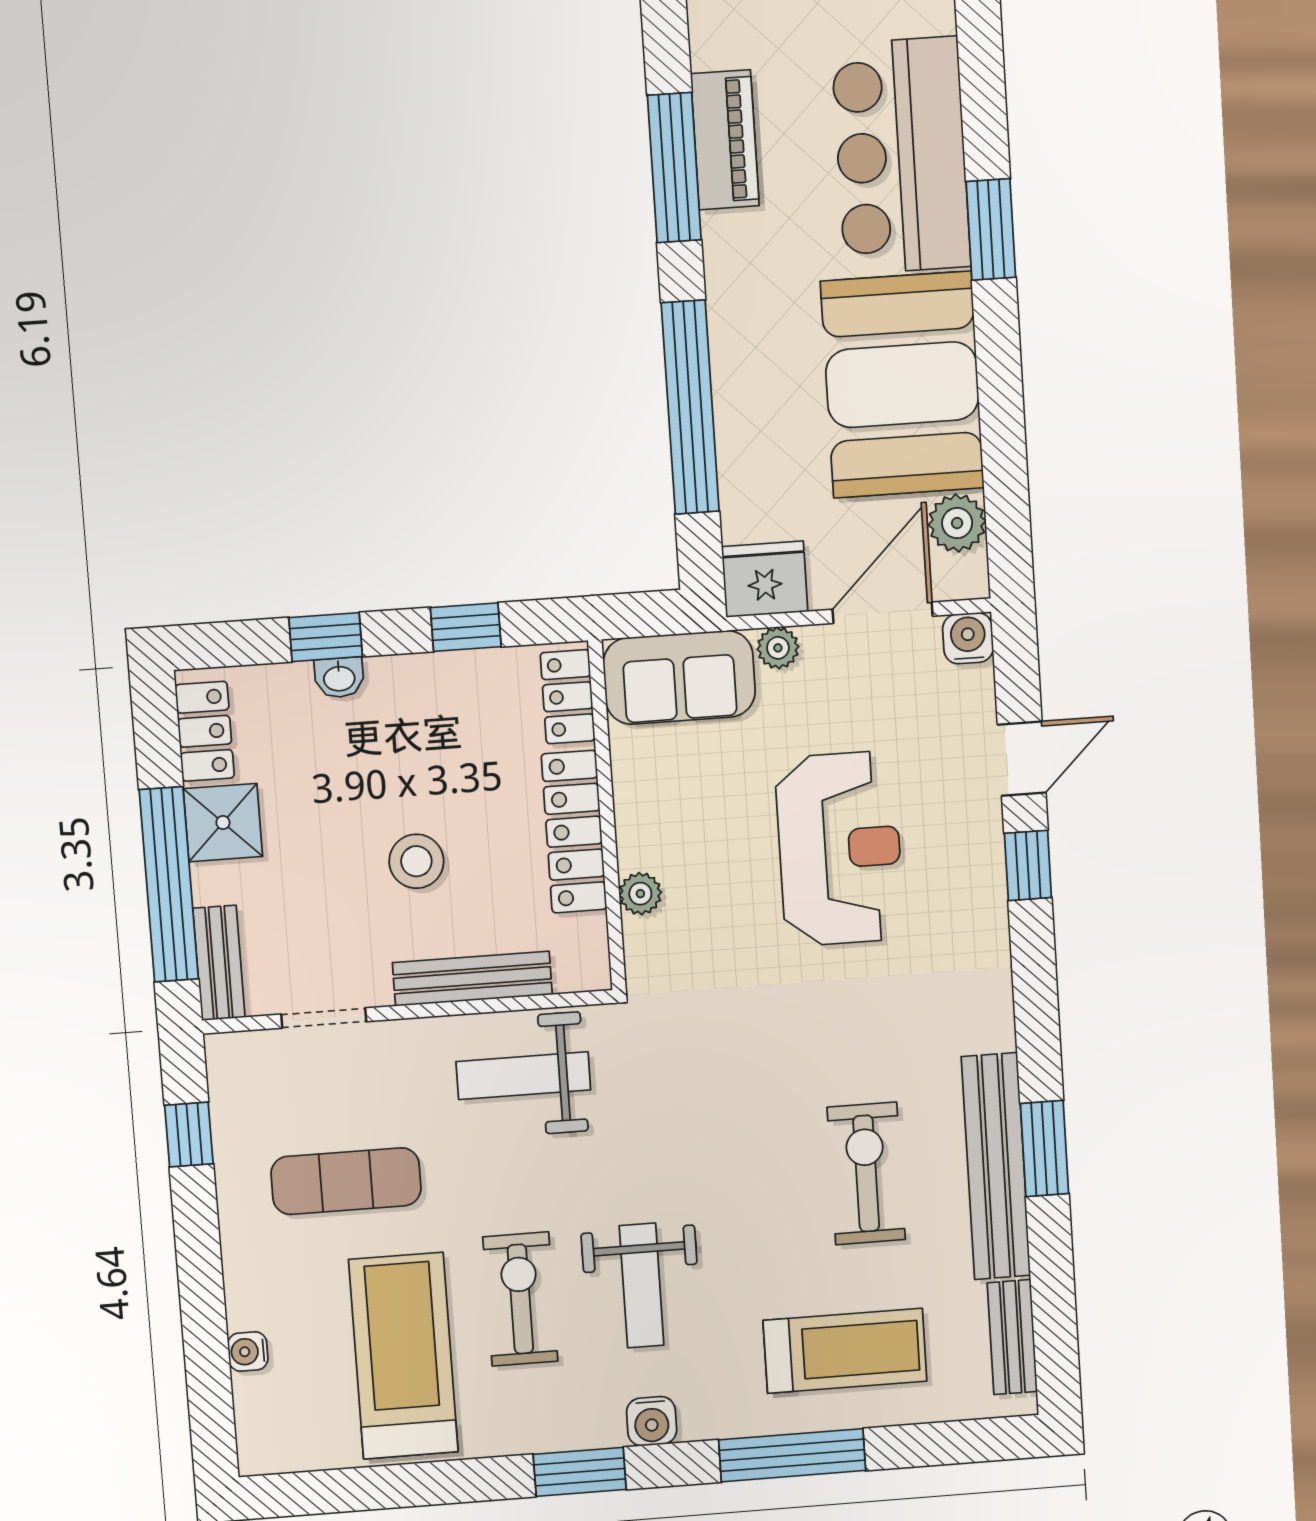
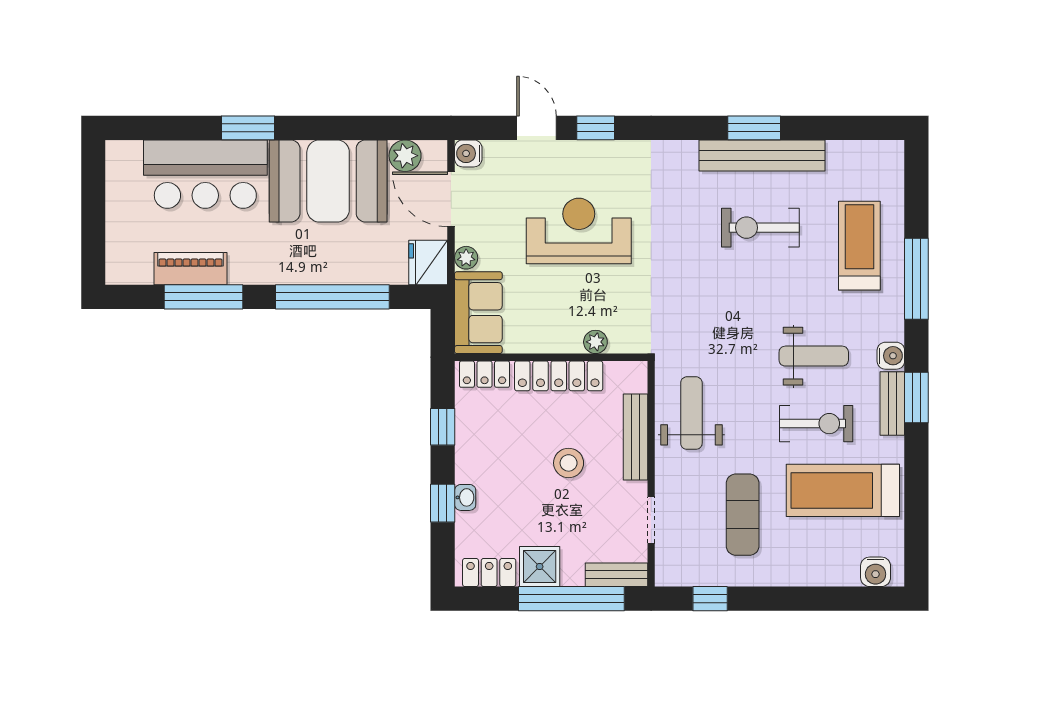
weight bench: (523, 1076) -> (691, 413), turned 180
exercise bike: (520, 1299) -> (816, 424), turned 180
bench: (1012, 1337) -> (892, 404), moved, turned 90
water cooler: (248, 1352) -> (876, 572), moved, width x1.38, depth x1.38

